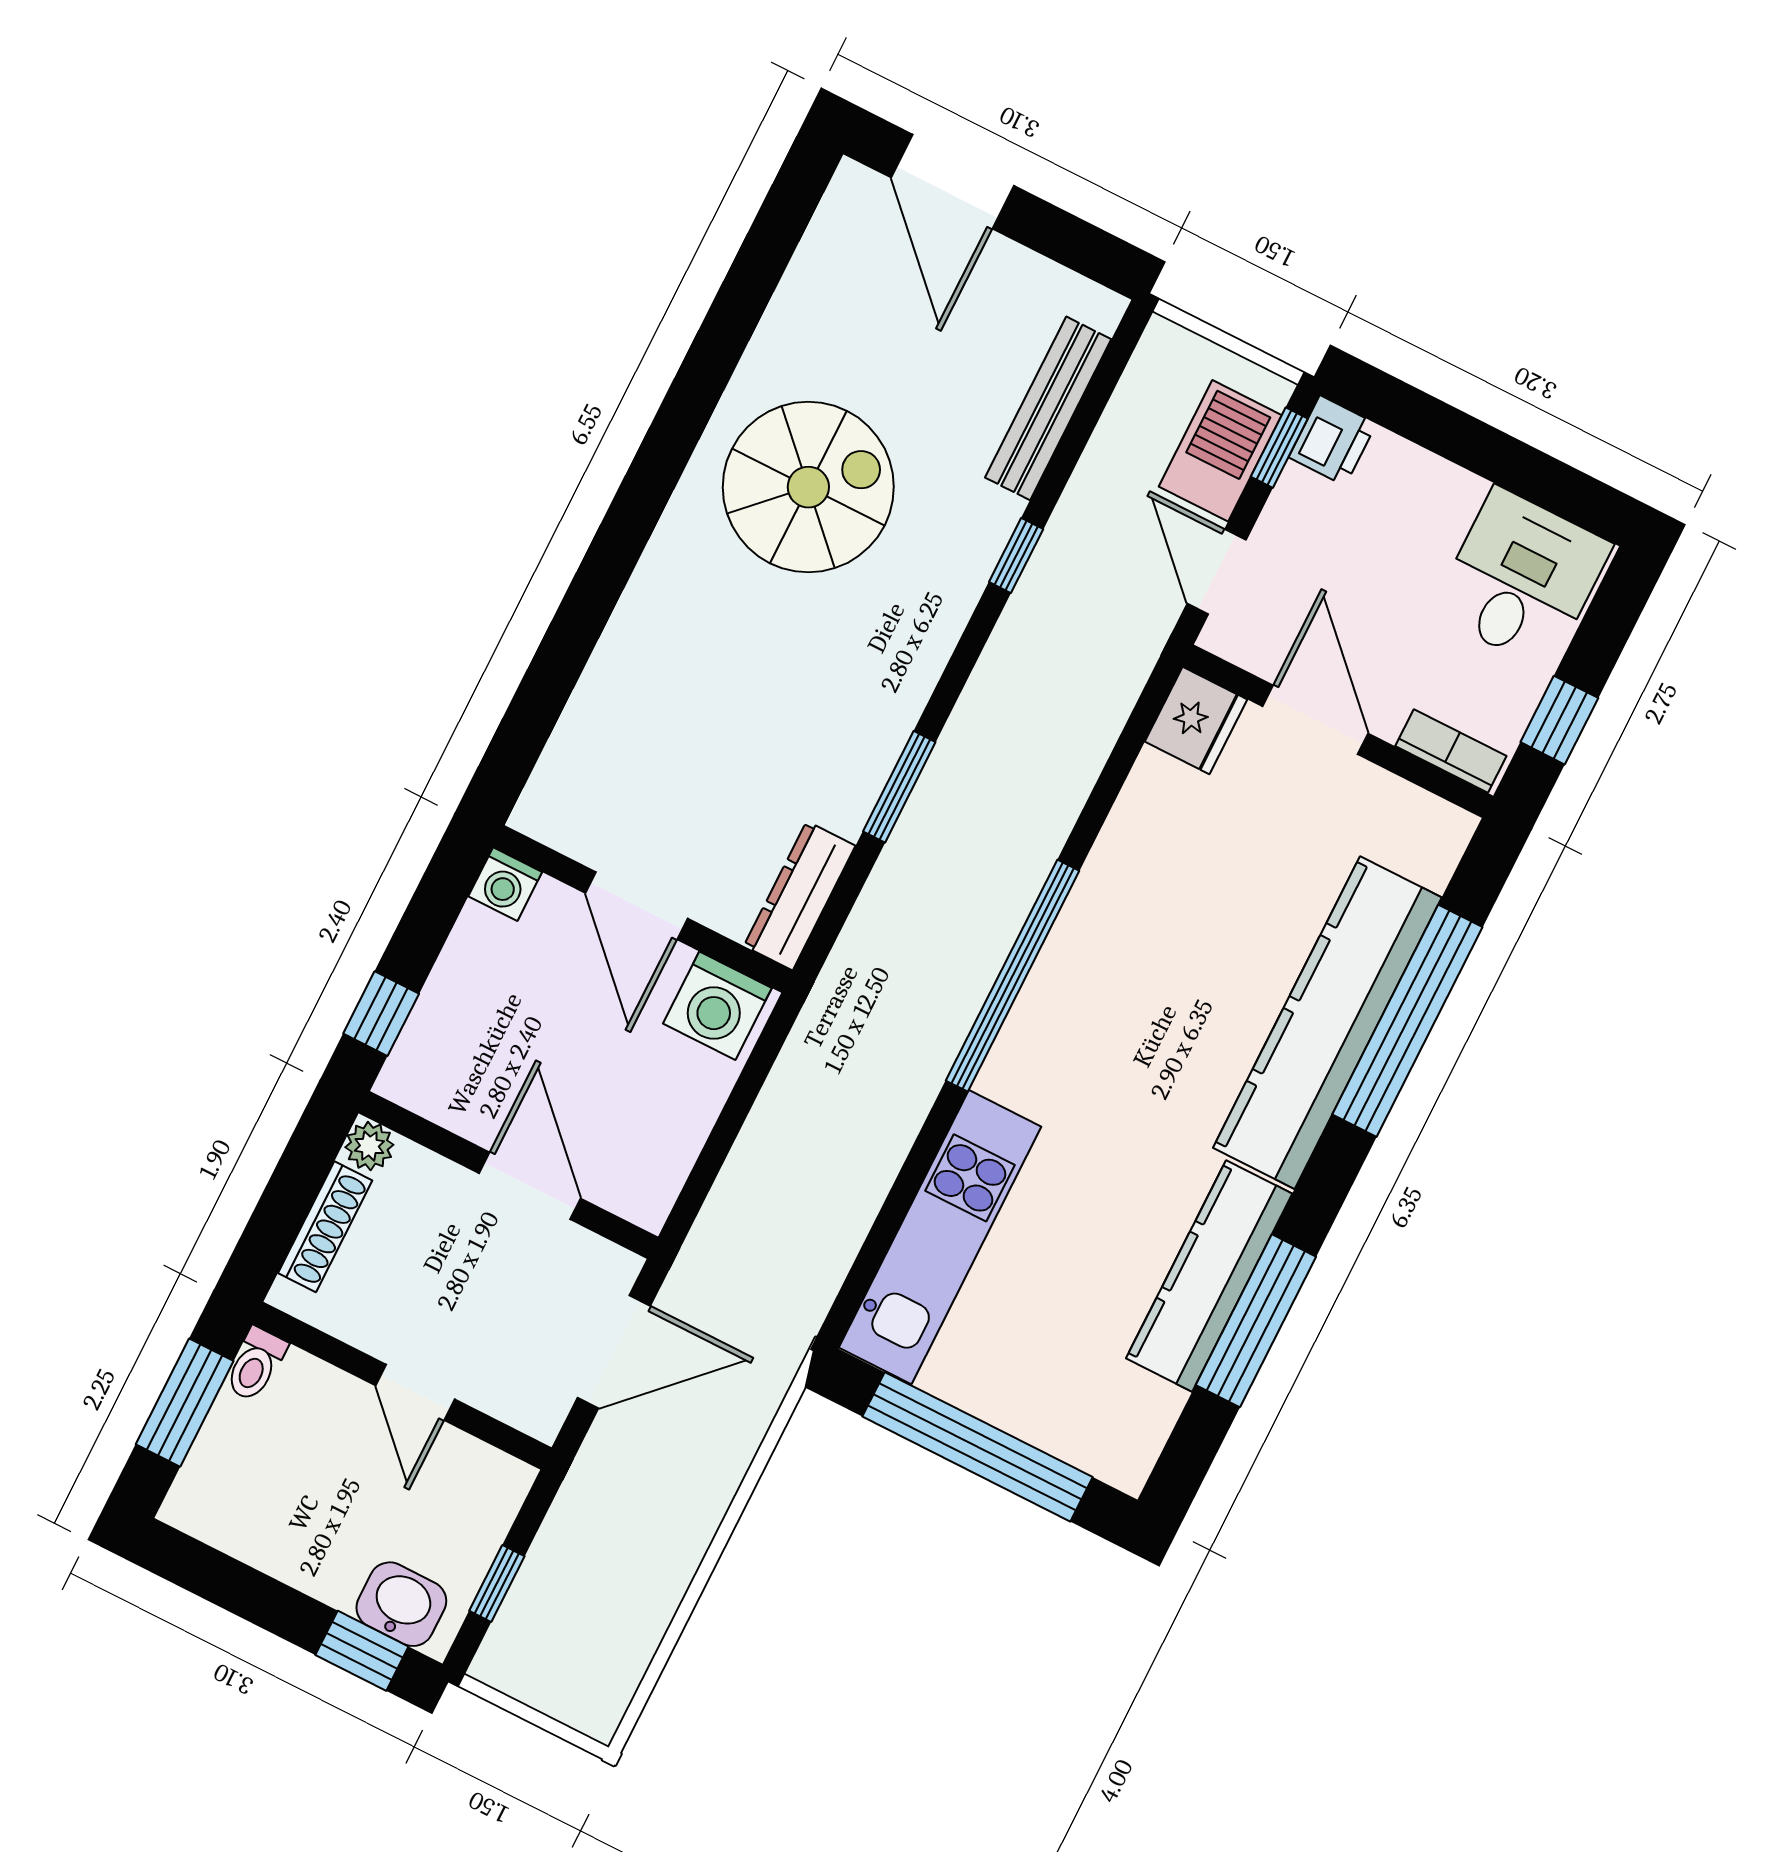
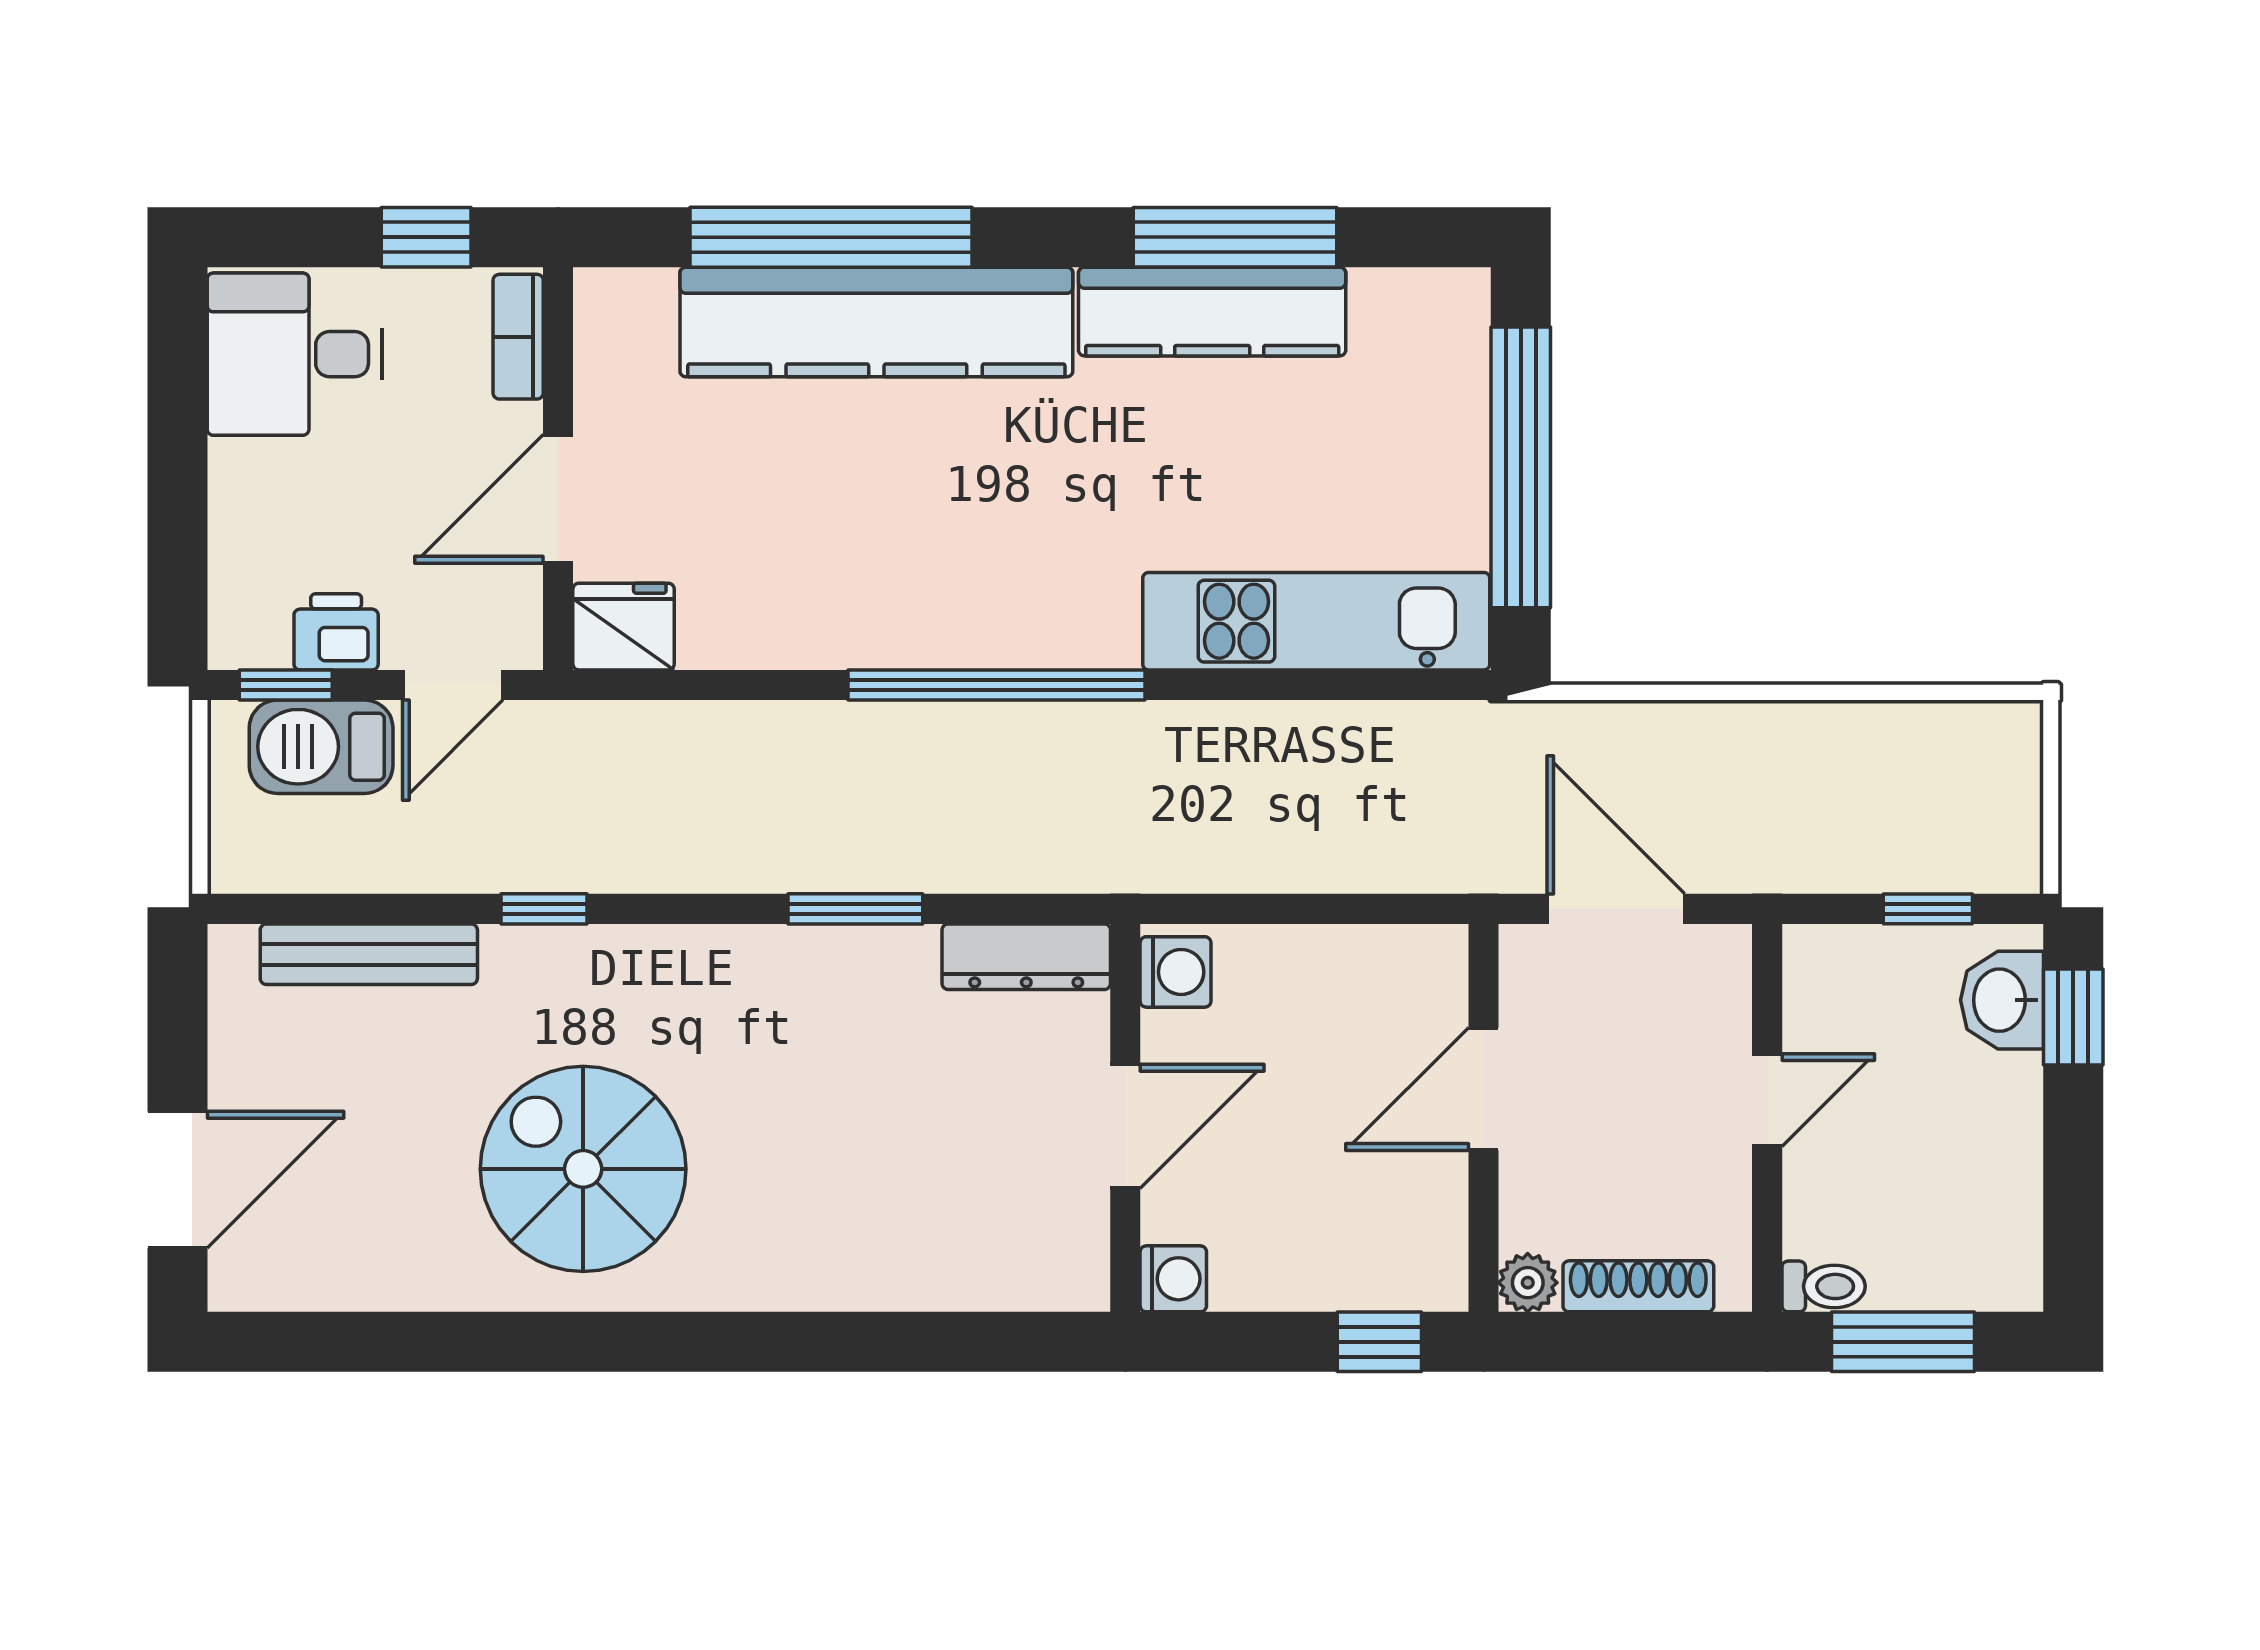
printer: (1332, 441) -> (336, 632), moved
washing machine: (717, 1006) -> (1176, 972), width x0.73, depth x0.73

